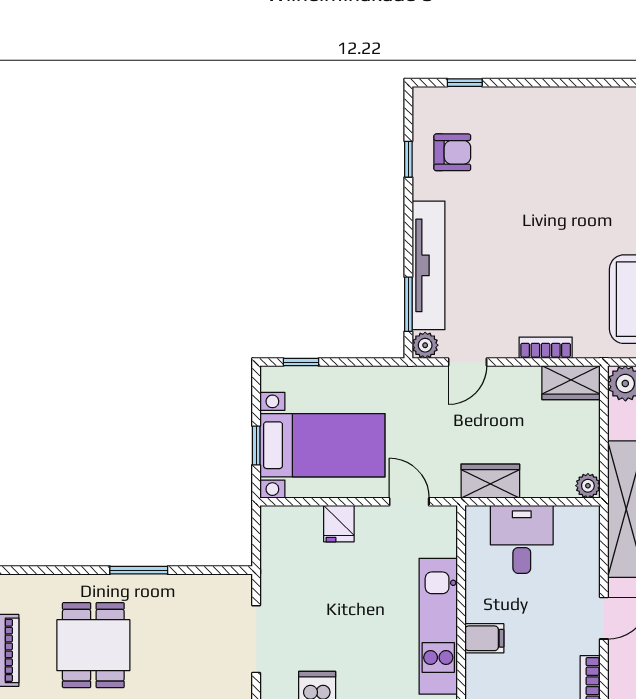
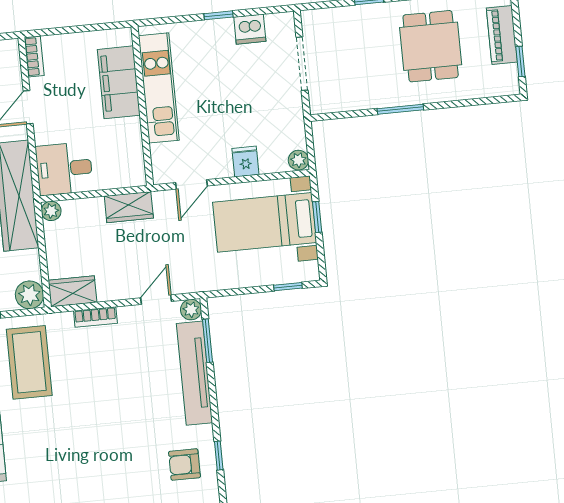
door: (409, 502) -> (191, 184), hinge flipped
plant: (272, 519) -> (298, 160), added
desk: (522, 539) -> (64, 169), moved, turned 90
filing cabinet: (484, 638) -> (119, 82), width x3.00, depth x1.17

